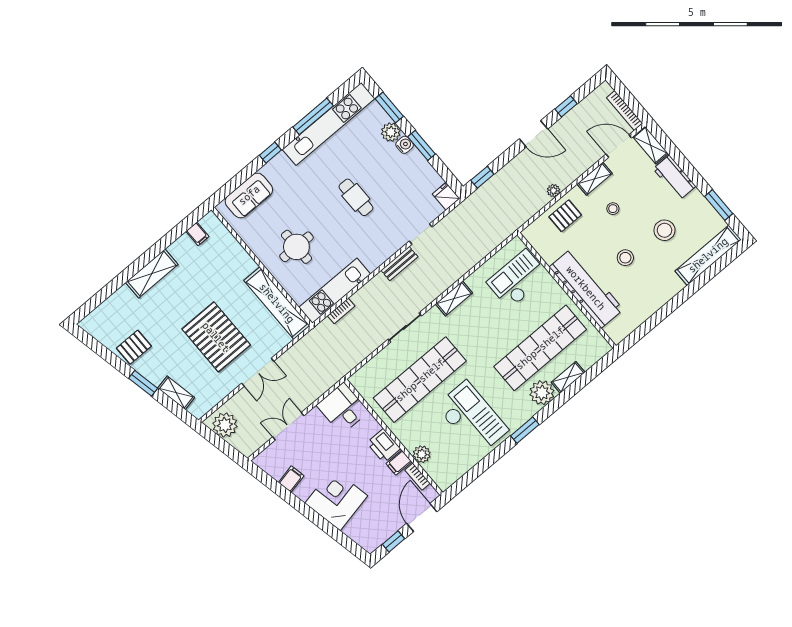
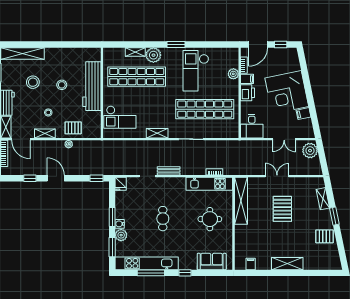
pallet: (216, 337) -> (282, 209), width x0.73, depth x0.71
plant: (225, 425) -> (310, 151), moved
corner desk: (336, 499) -> (287, 92), width x1.36, depth x1.36

